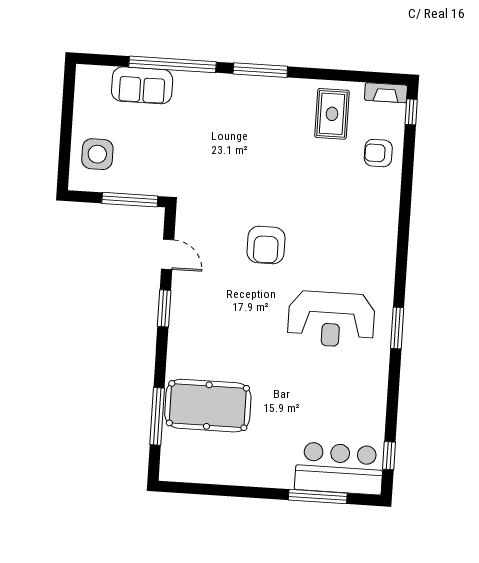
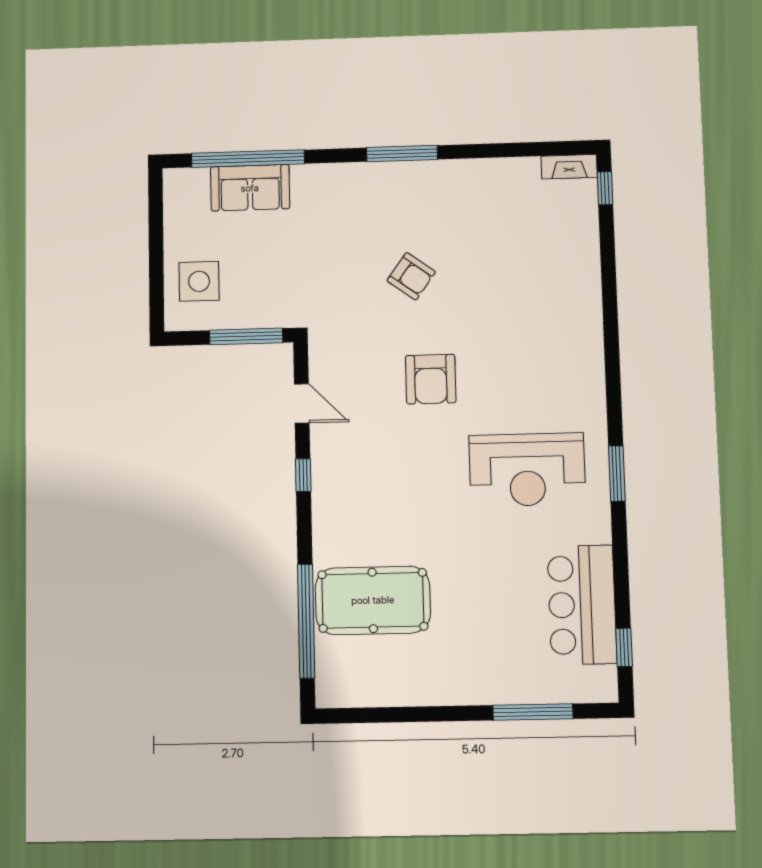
window: (172, 64) -> (248, 159), moved
rug: (332, 114) -> (501, 201), removed
armchair: (378, 153) -> (411, 276), moved, turned -144
window: (164, 308) -> (303, 475), width x0.67
window: (157, 416) -> (306, 621), width x1.46
bar counter: (339, 468) -> (582, 605), moved, turned -90

